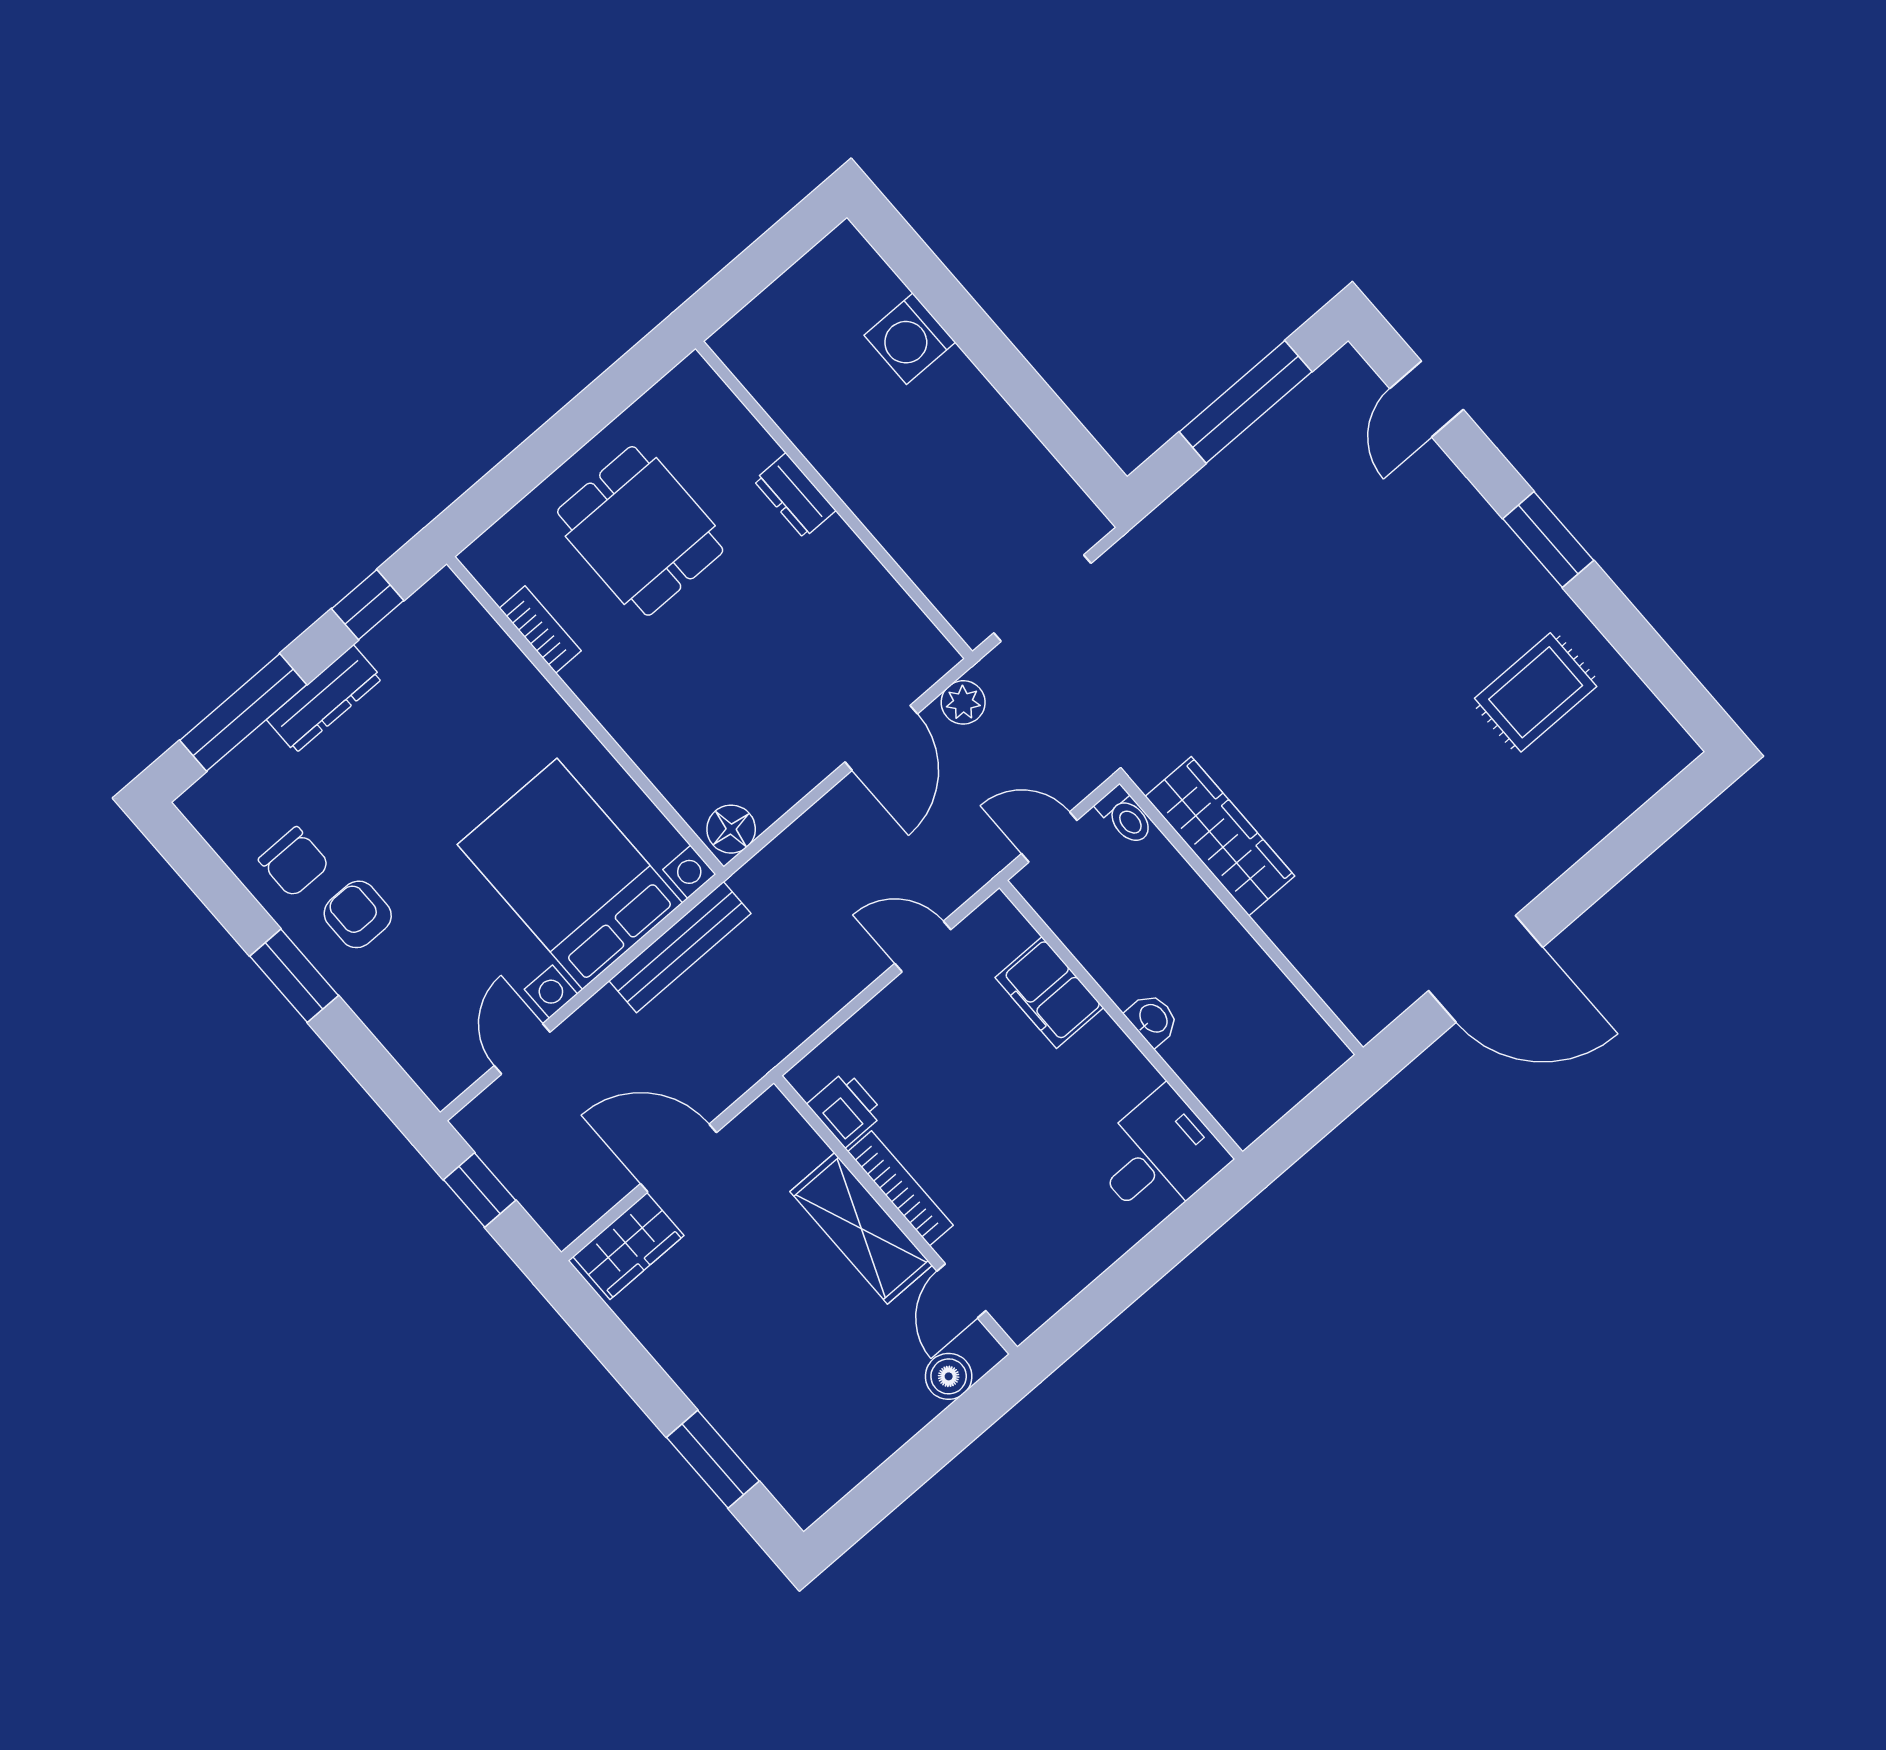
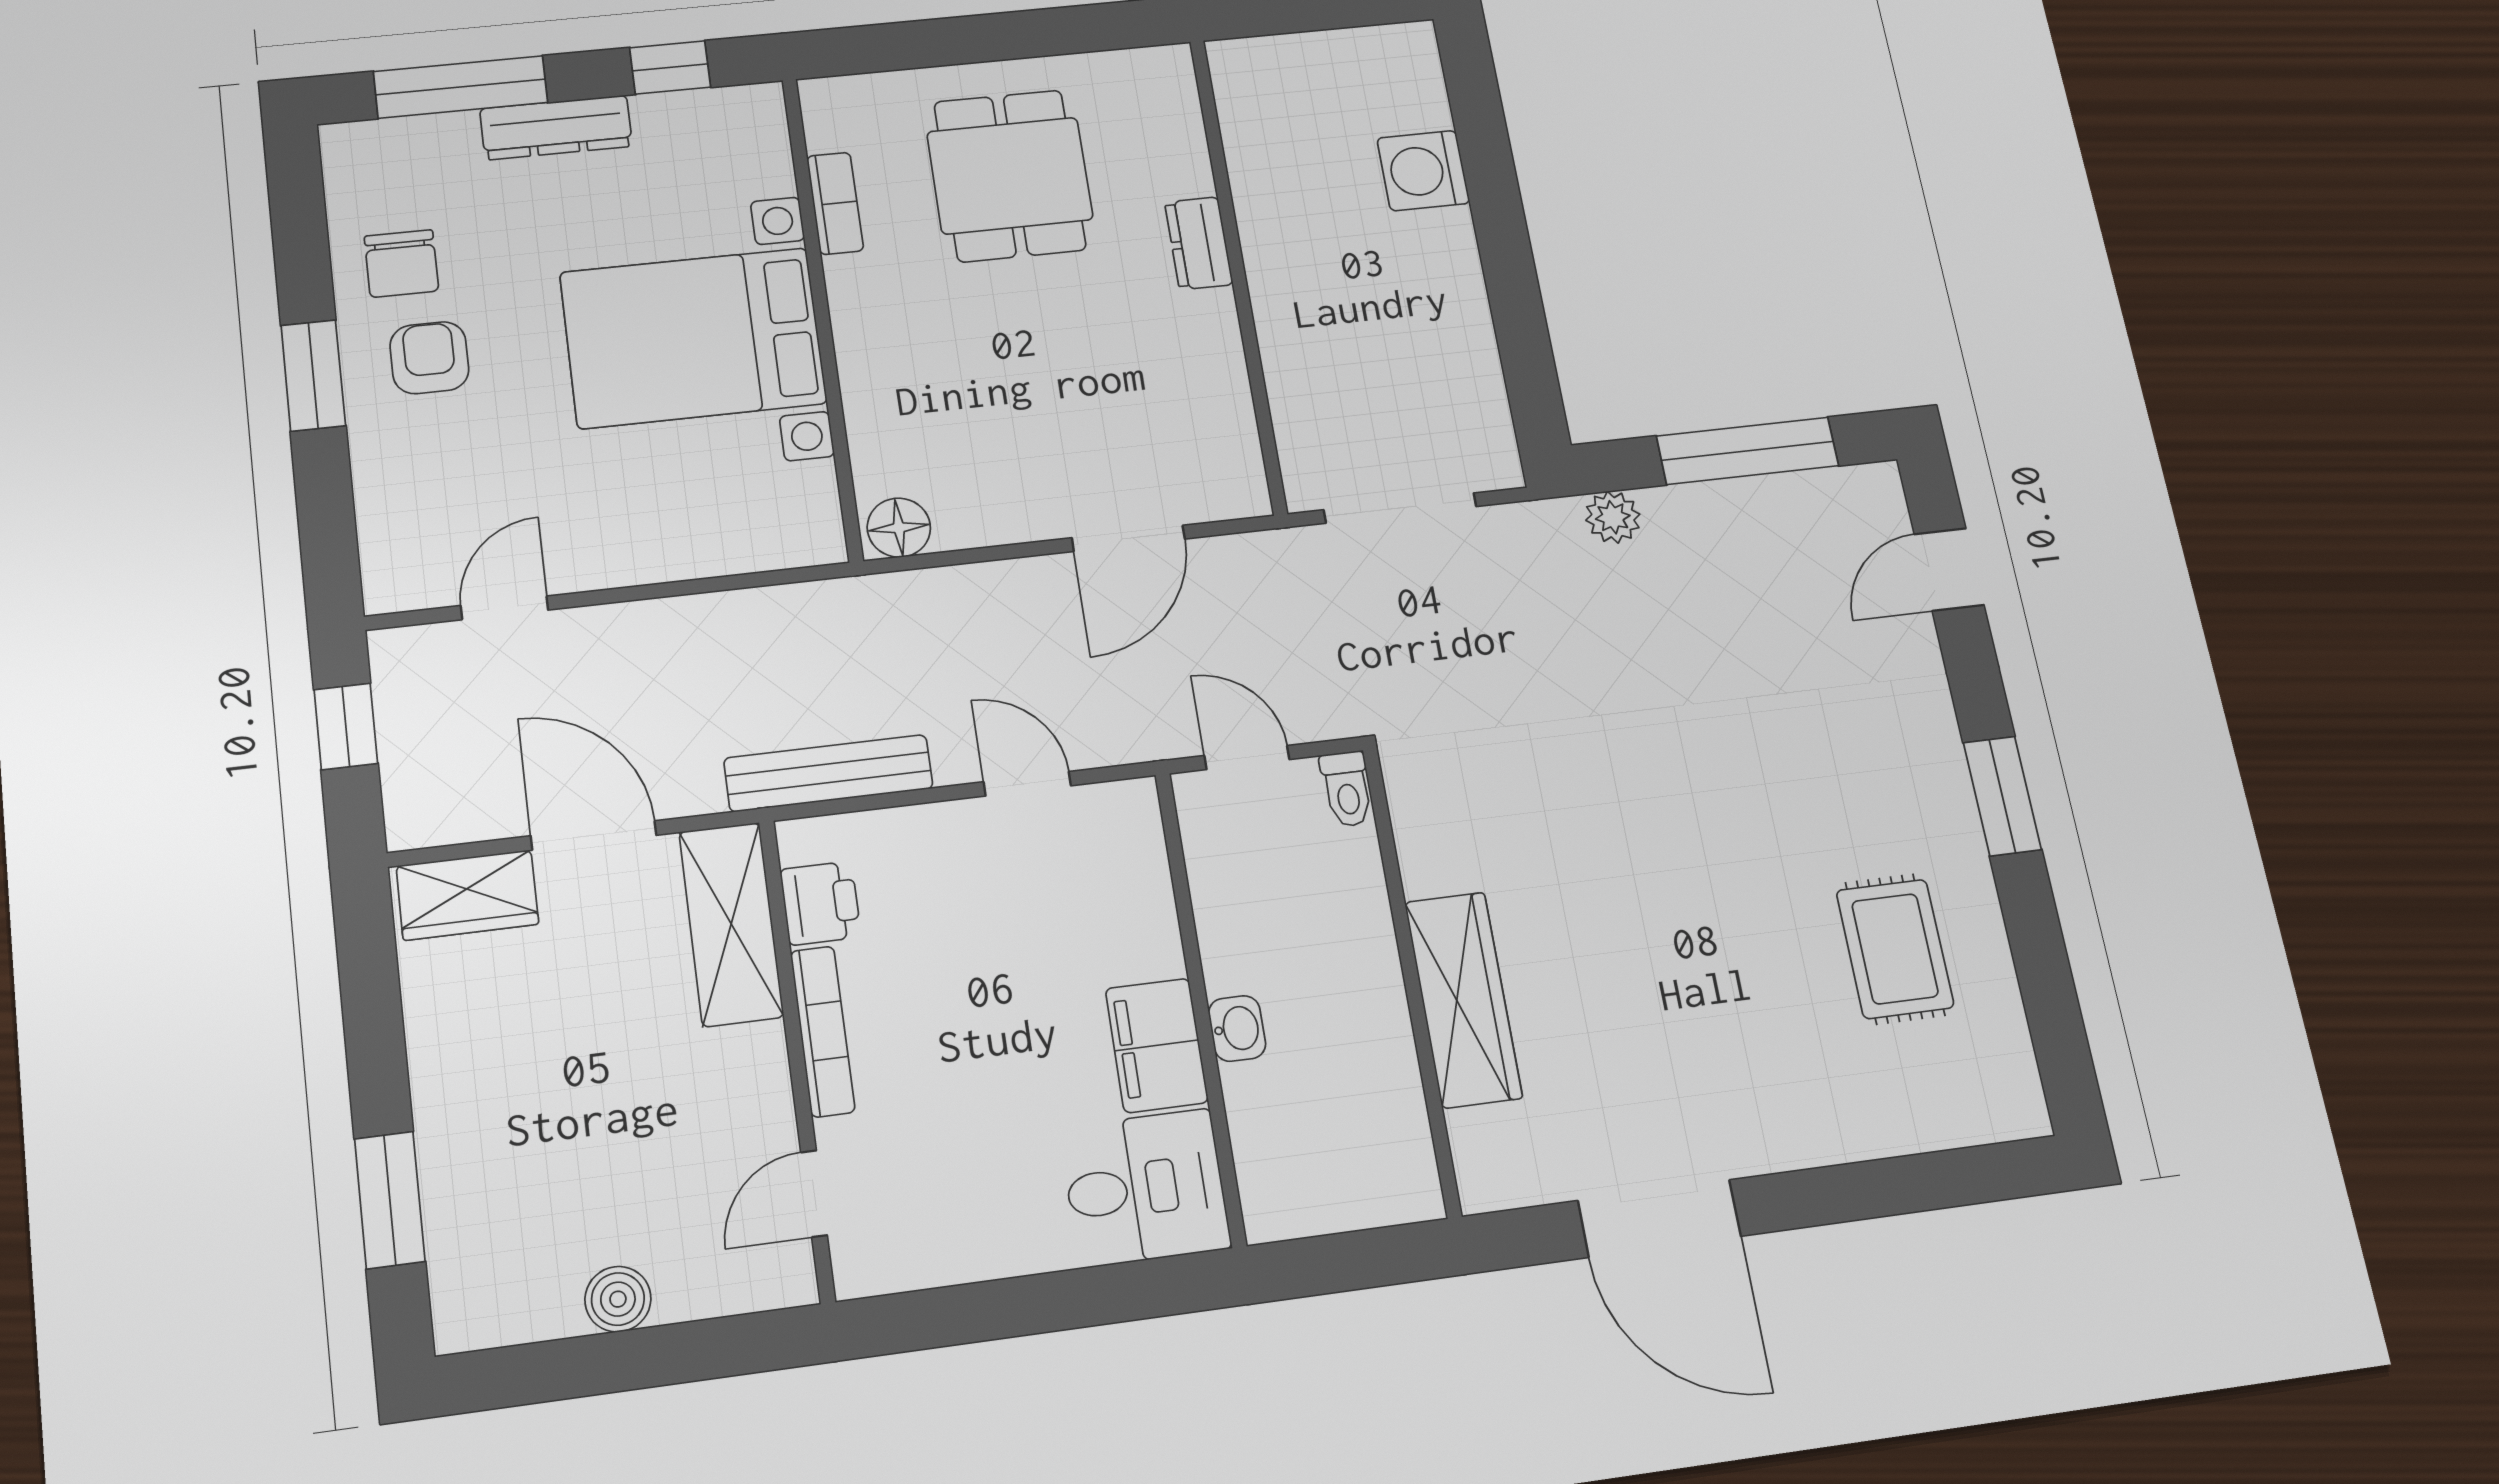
rug: (1536, 692) -> (1895, 949), turned 90
plant: (963, 702) -> (1613, 517), moved
wardrobe: (1220, 836) -> (1463, 1000), moved
bed with nightstands: (570, 874) -> (693, 338), moved, turned -90
bench: (680, 947) -> (828, 773), moved
filing cabinet: (1049, 993) -> (1157, 1045), moved
shelving: (861, 1228) -> (731, 924), moved
boiler: (949, 1376) -> (618, 1299), moved

